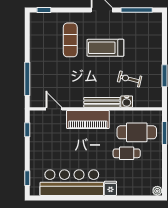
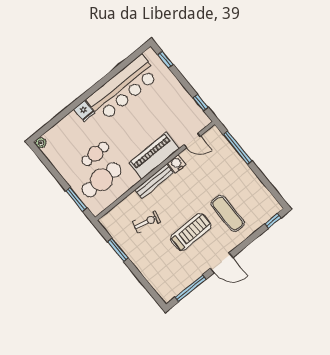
water cooler: (127, 102) -> (177, 164), moved

